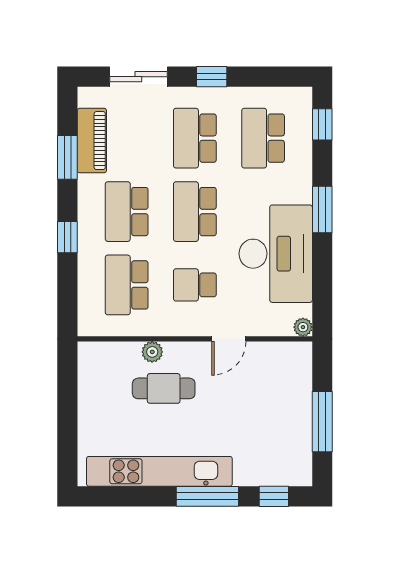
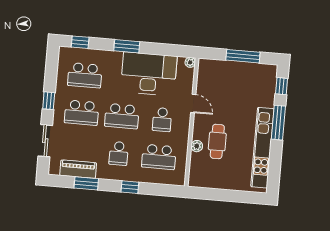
school desk: (127, 212) -> (119, 153), width x0.54

